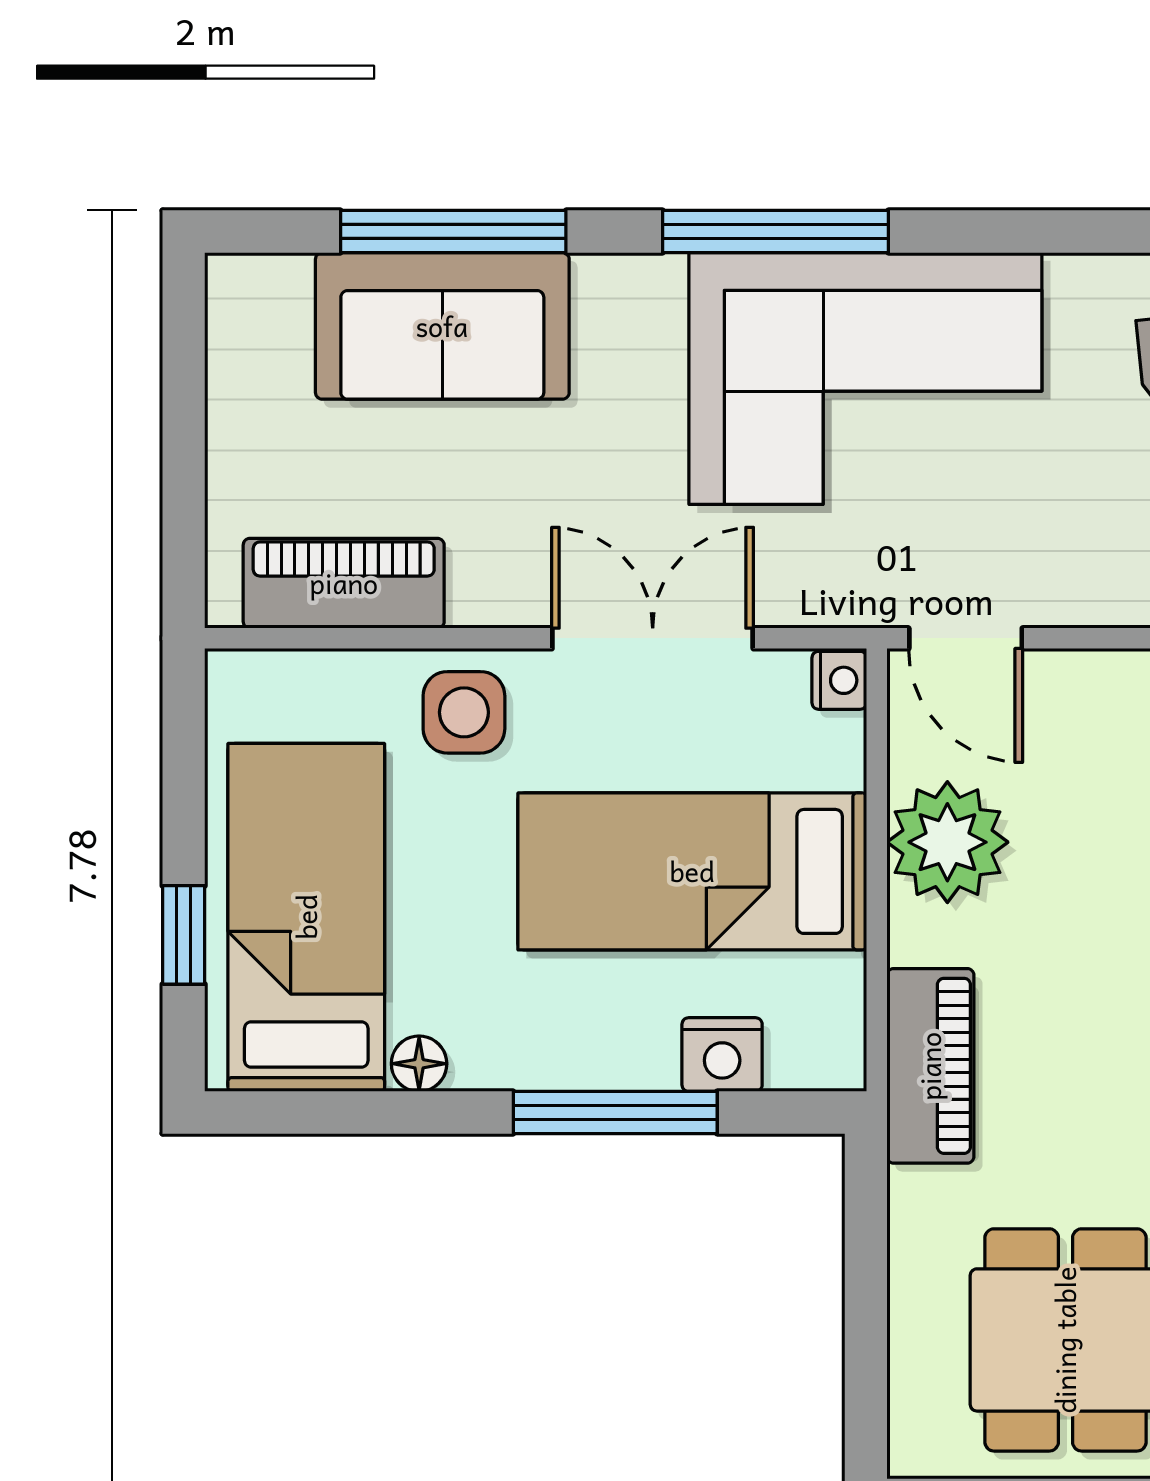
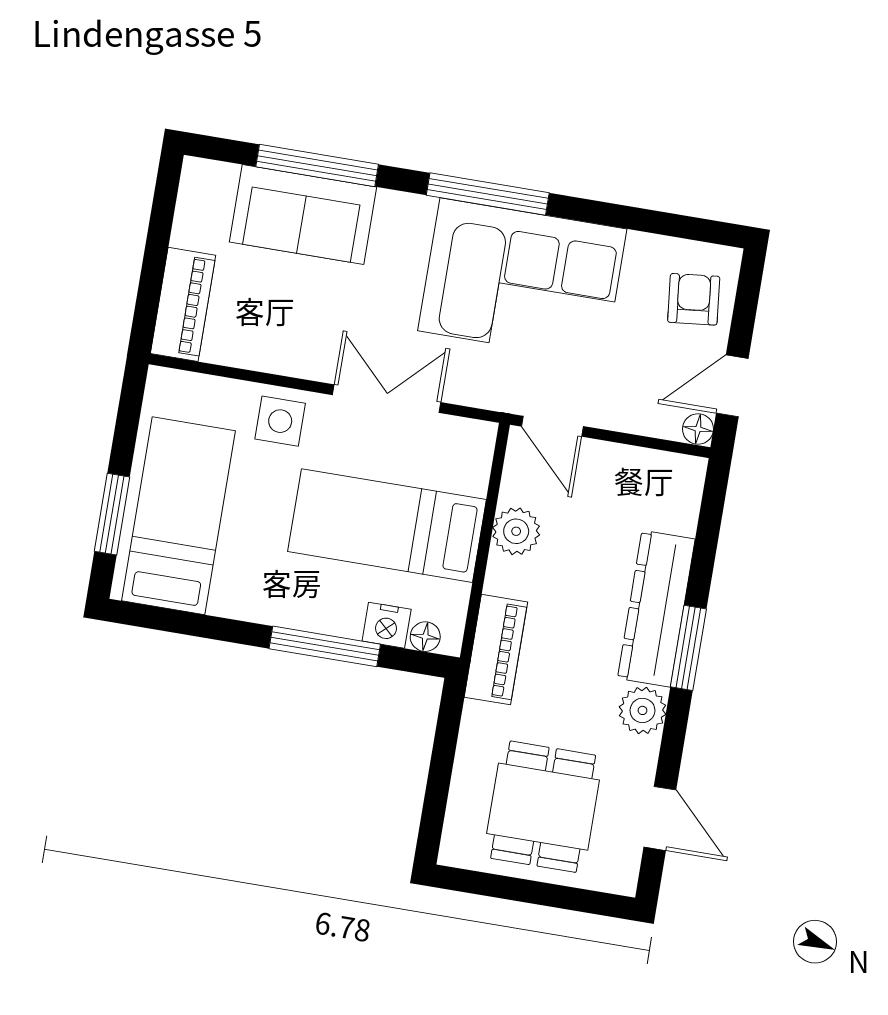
piano: (344, 583) -> (183, 304), moved, turned 90
nightstand: (839, 680) -> (482, 437), removed
plant: (947, 842) -> (516, 531), width x0.73, depth x0.73
window: (184, 935) -> (112, 514), width x1.50
floor lamp: (419, 1064) -> (425, 637), moved

